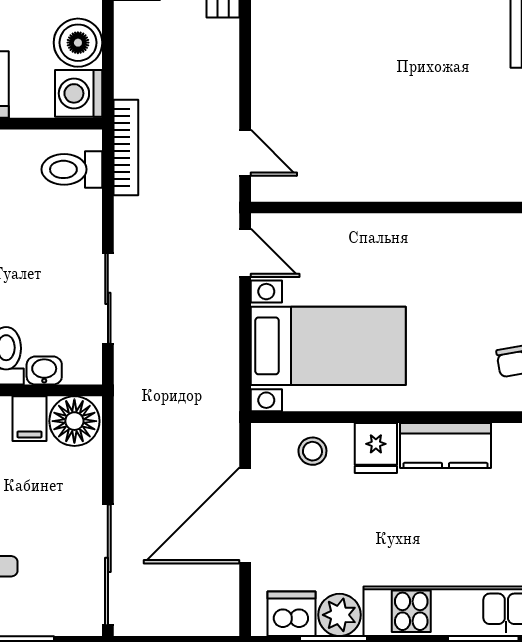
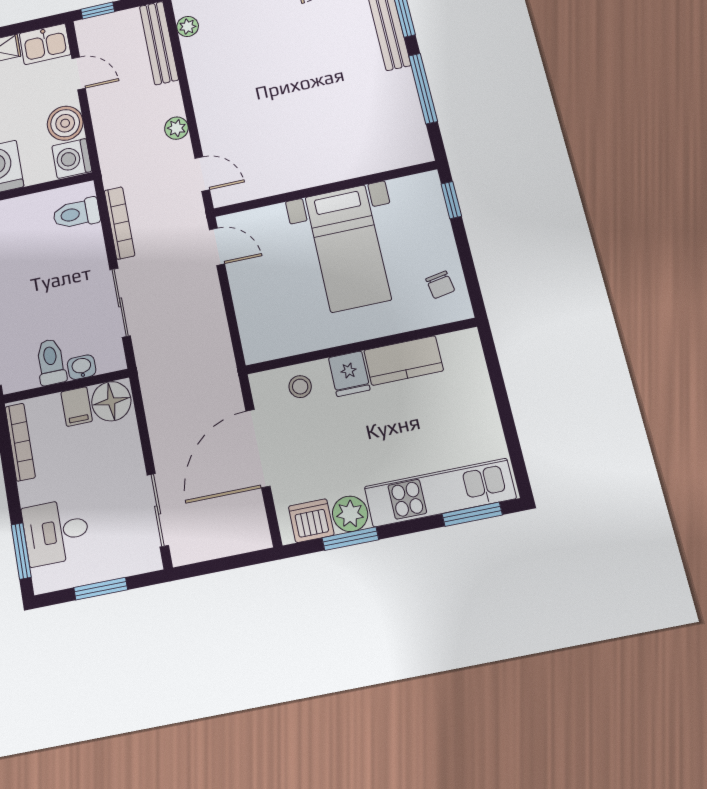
plant: (224, 83) -> (176, 128), added
bookcase: (126, 148) -> (120, 223), moved
bed with nightstands: (328, 346) -> (348, 248), moved, turned 90
sliding door: (108, 565) -> (158, 510), width x0.73

